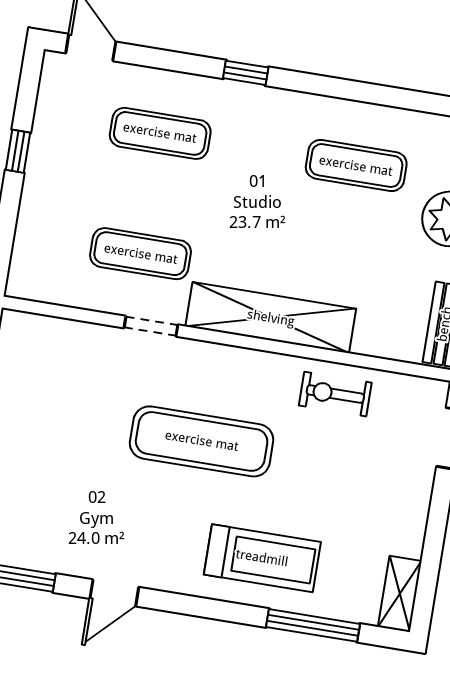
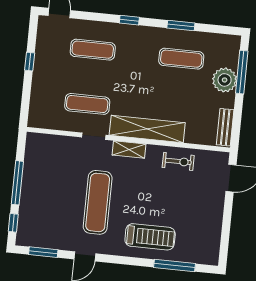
window: (360, 92) -> (181, 25), added
exercise bike: (335, 394) -> (178, 161), turned 180
exercise mat: (202, 441) -> (98, 202), moved, turned 90
shelving: (400, 594) -> (129, 149), moved, turned 90

